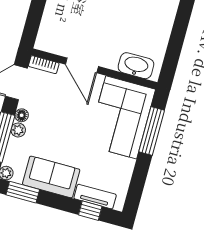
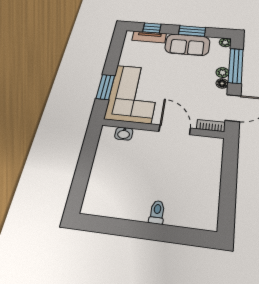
washbasin: (136, 66) -> (124, 134), width x0.52, depth x0.69
window: (152, 131) -> (105, 87), width x0.69
window: (23, 192) -> (192, 31), moved

